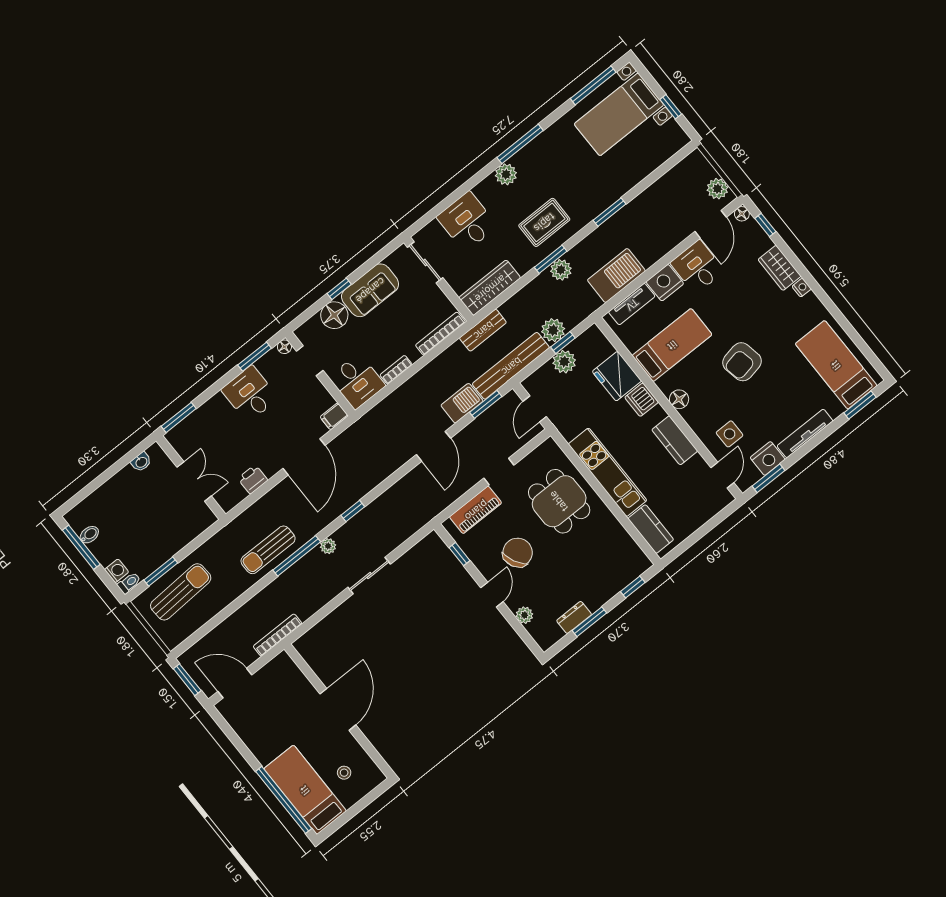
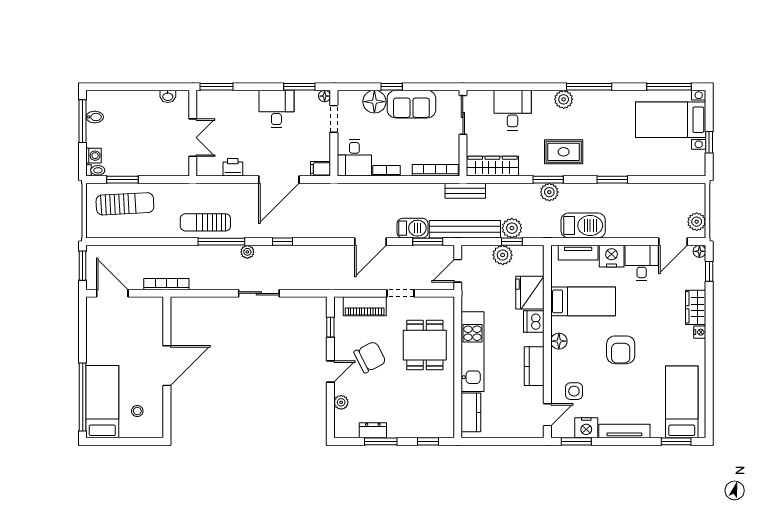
armchair: (742, 362) -> (621, 350), turned -79

